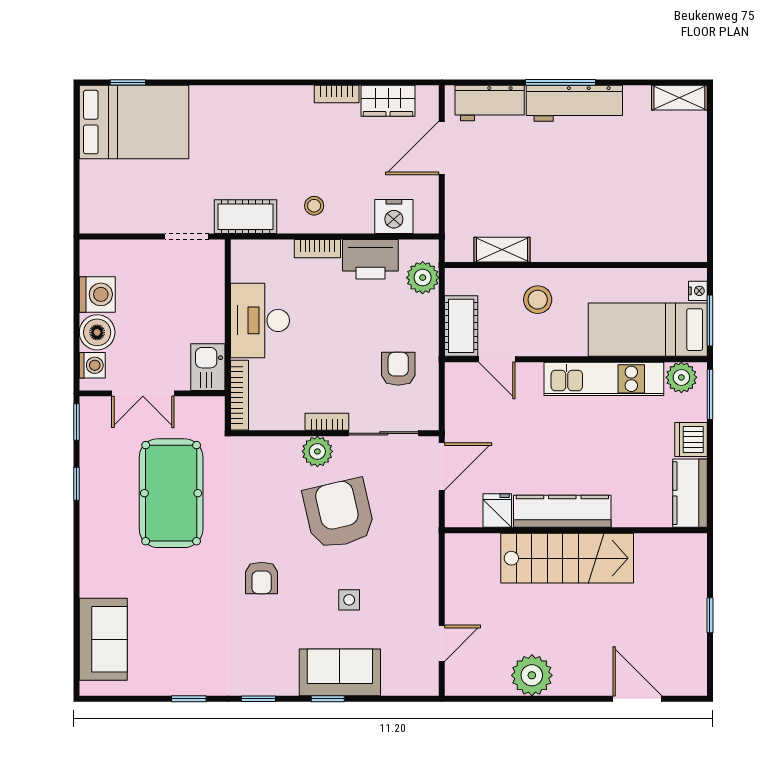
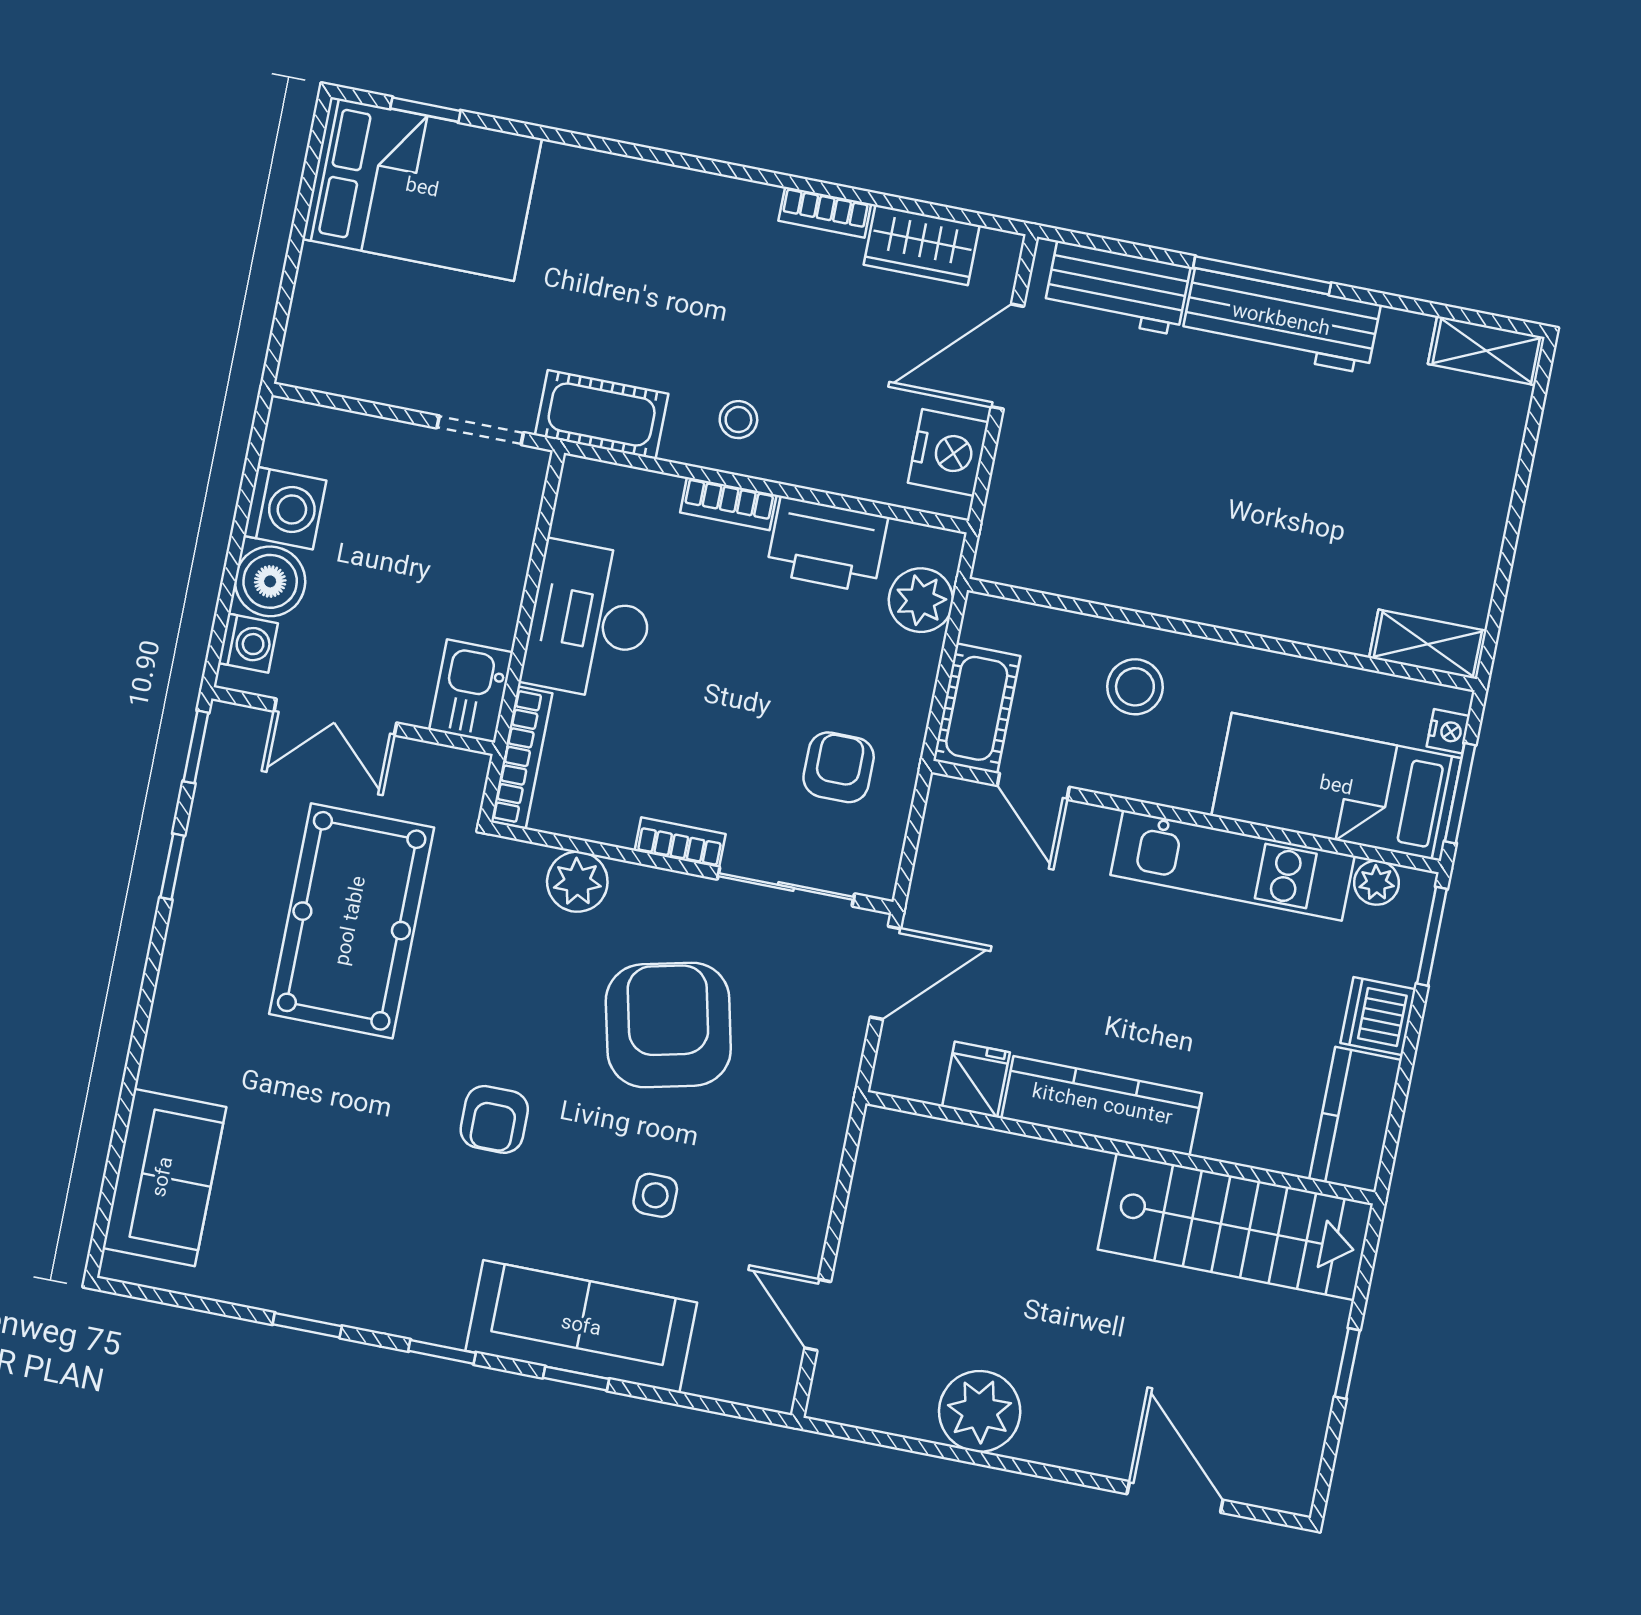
nightstand: (394, 216) -> (948, 452), moved, turned -90
shelving: (502, 250) -> (1428, 644), moved
plant: (681, 377) -> (1377, 883), width x0.73, depth x0.73
plant: (317, 451) -> (577, 882), moved
stairs: (567, 558) -> (1235, 1227), moved
door: (442, 643) -> (818, 1315), swing flipped
sofa: (340, 672) -> (581, 1327), width x1.36

